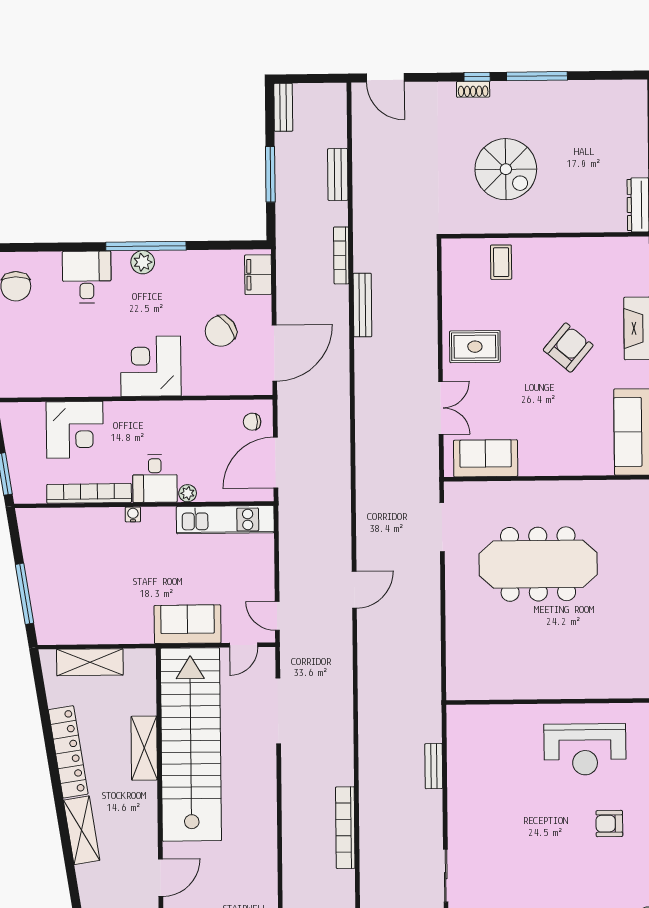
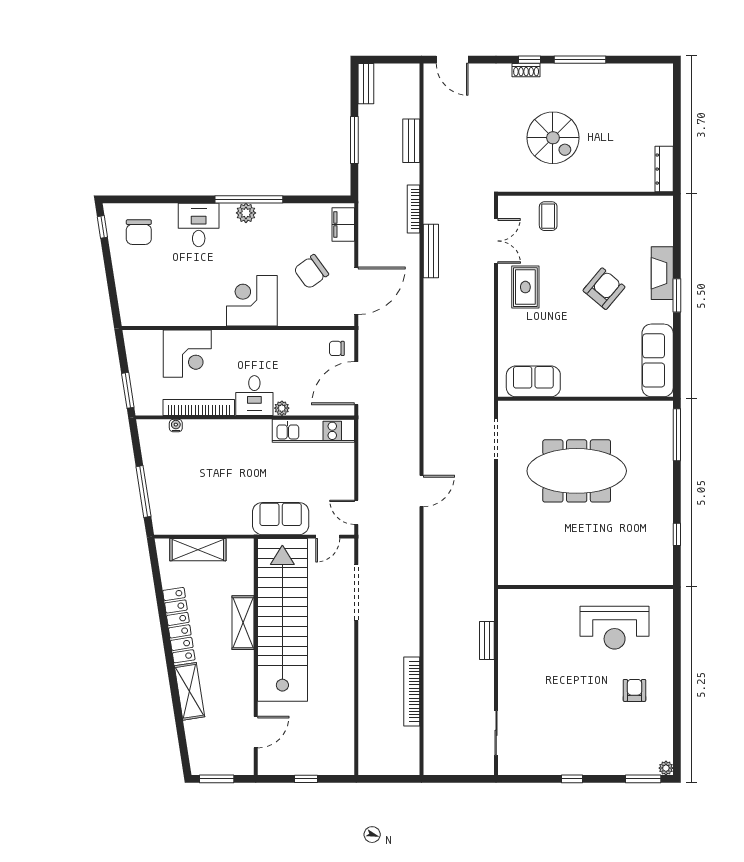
rug: (475, 347) -> (525, 287), turned 90
double door: (441, 408) -> (496, 241), moved
water cooler: (133, 514) -> (176, 426), moved
armchair: (609, 824) -> (634, 690), turned 90

